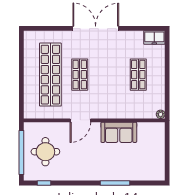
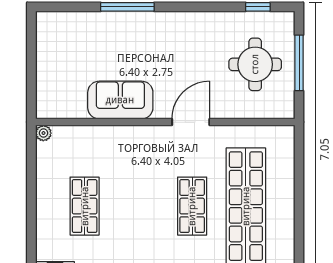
window: (21, 153) -> (299, 63), width x0.68

